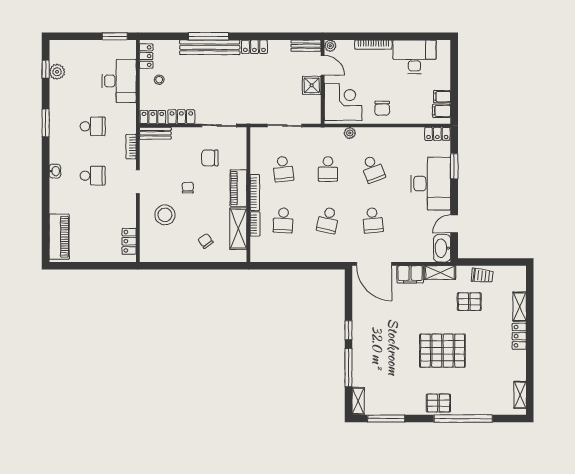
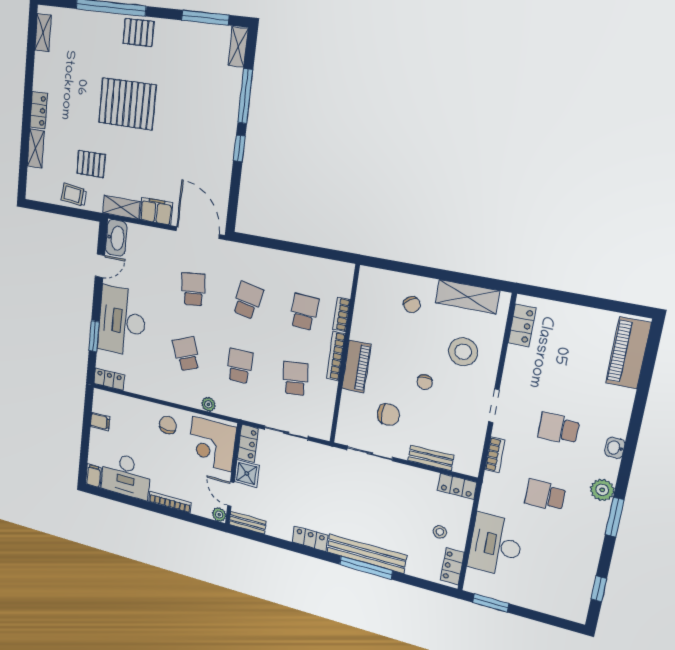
plant: (57, 72) -> (602, 490), moved
filing cabinet: (442, 111) -> (94, 476), moved, turned -90
locker: (181, 117) -> (248, 443), moved, turned -90
bench: (155, 133) -> (431, 458), moved
shelving: (238, 229) -> (467, 297), moved, turned 90

